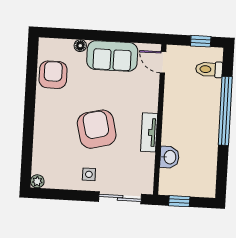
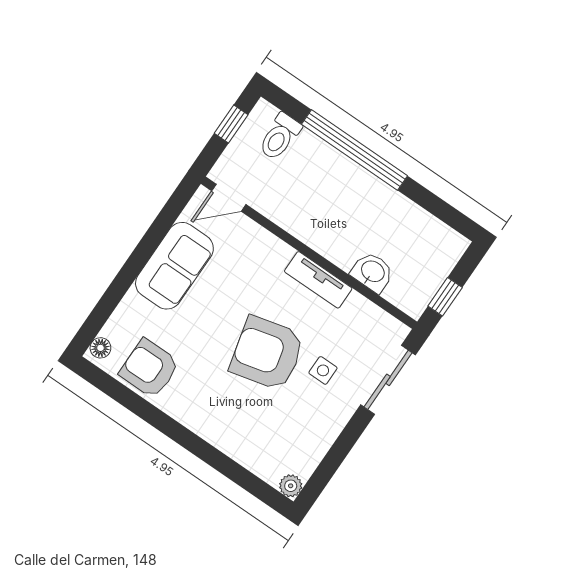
floor lamp: (80, 46) -> (100, 348), moved
side table: (89, 174) -> (323, 370), moved

